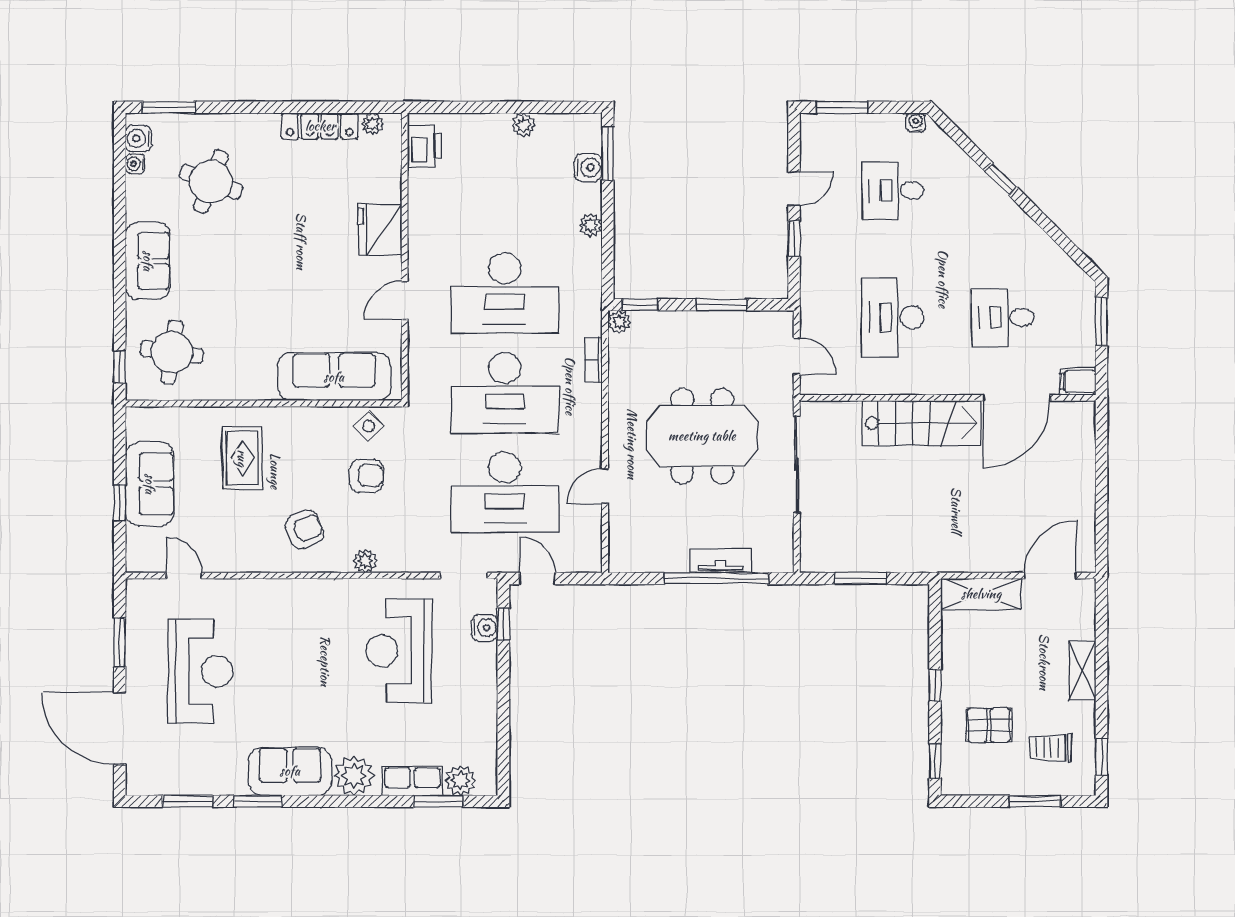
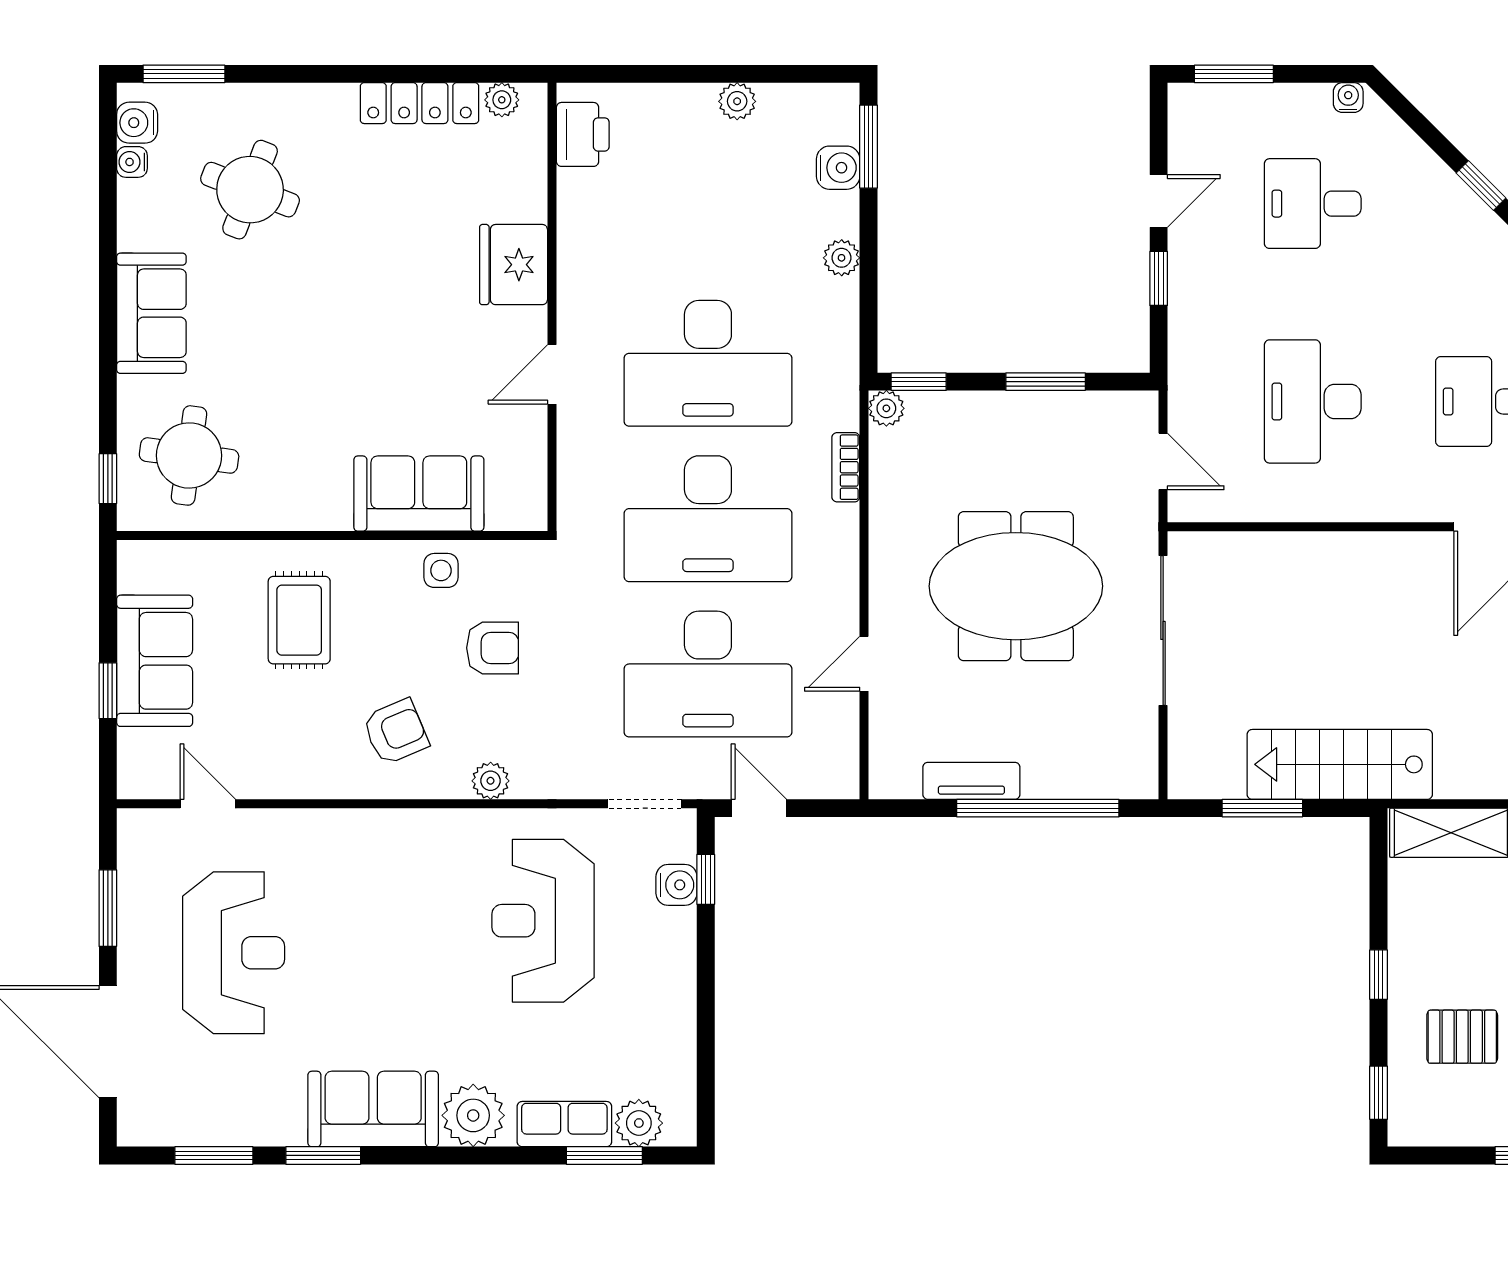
sofa: (334, 377) -> (419, 494), width x0.73
stairs: (922, 423) -> (1340, 764), moved, turned 180
side table: (369, 426) -> (441, 570), moved, turned 45
tv unit: (721, 561) -> (971, 781), moved

